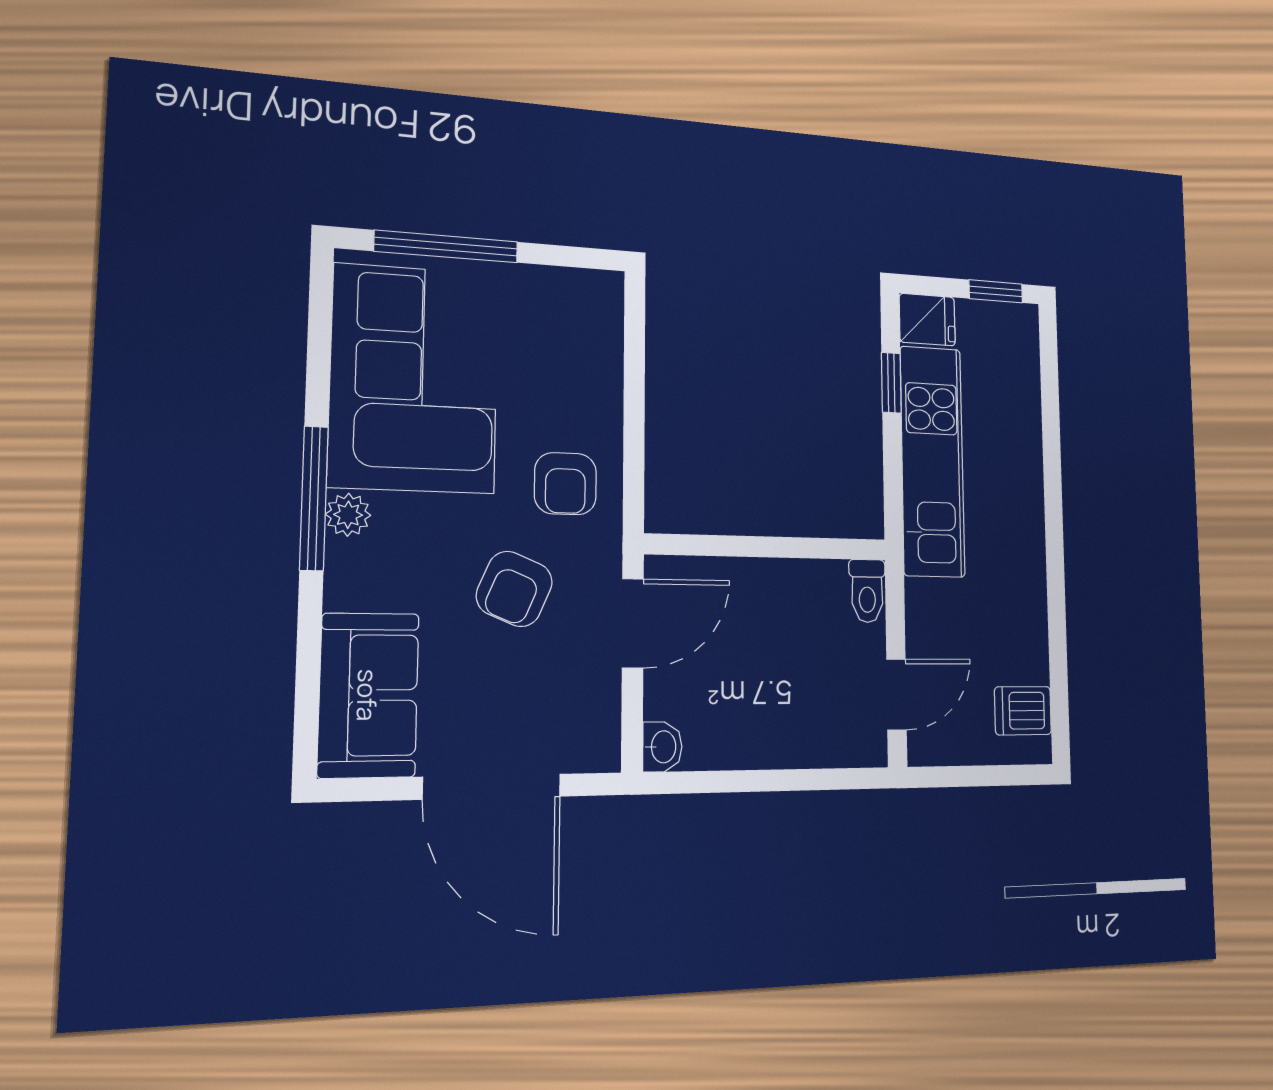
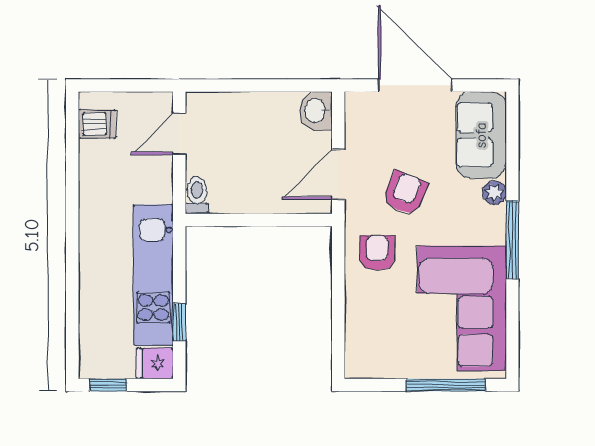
plant: (348, 515) -> (494, 193), moved
washbasin: (662, 747) -> (316, 111), width x1.38, depth x1.45

